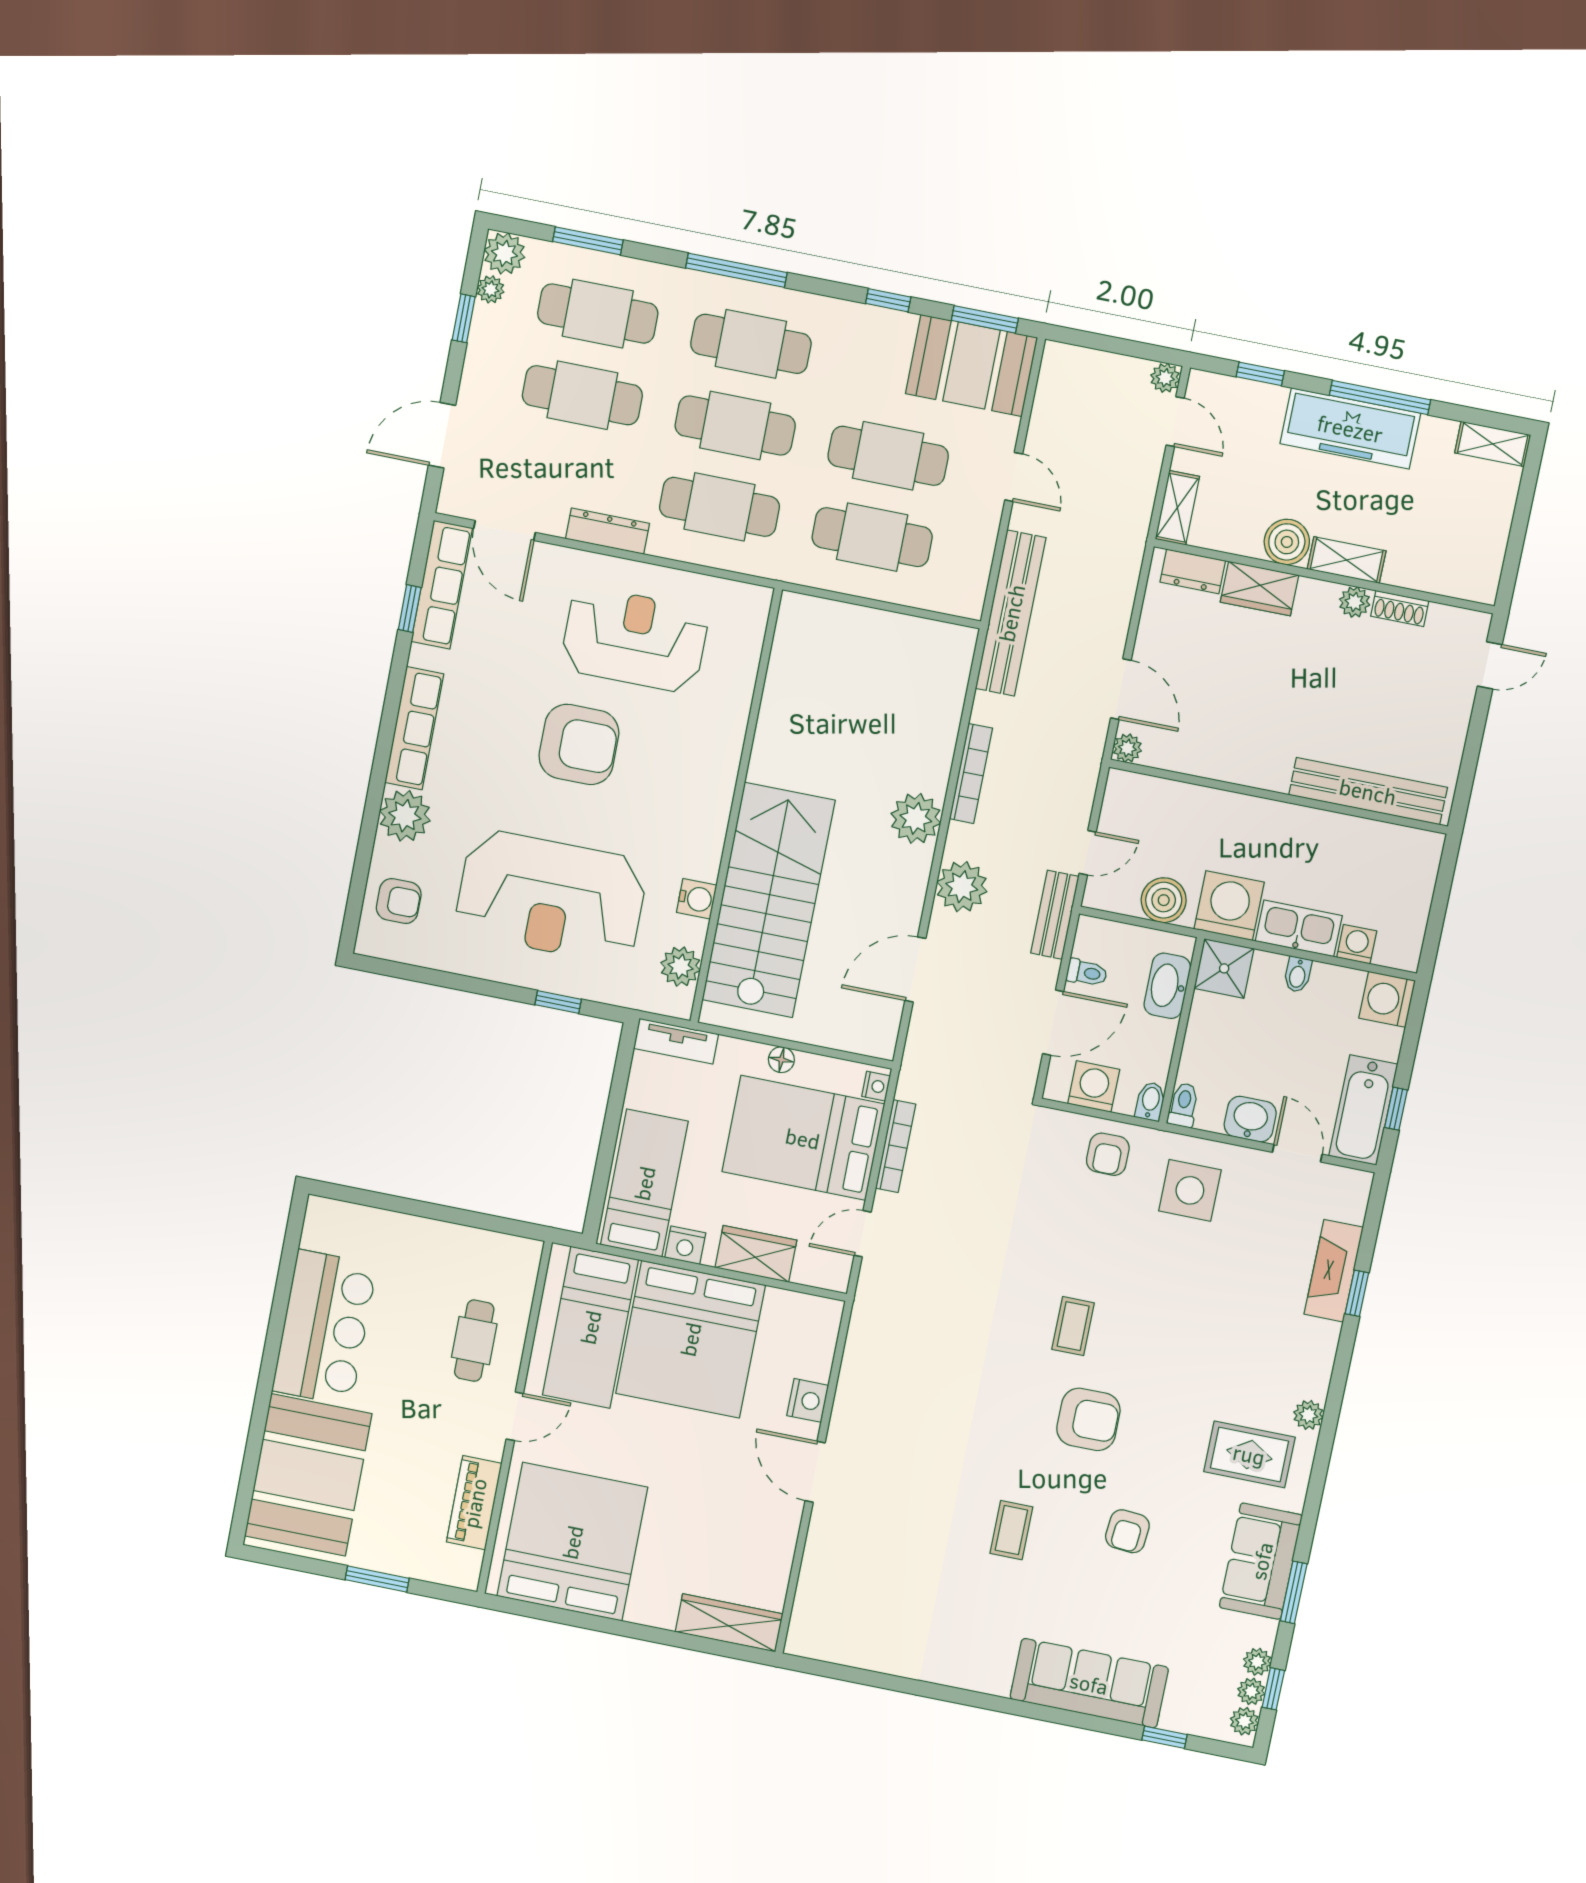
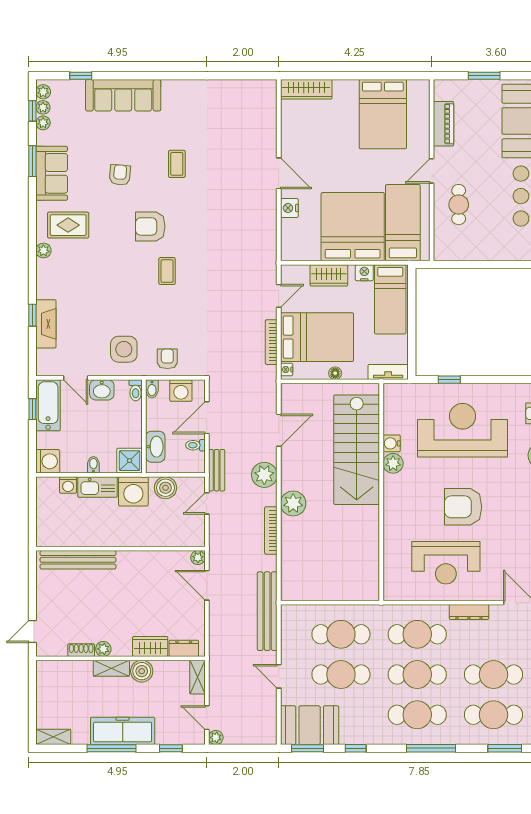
plant: (681, 967) -> (393, 463), moved
bed: (572, 1542) -> (383, 114), width x0.73

